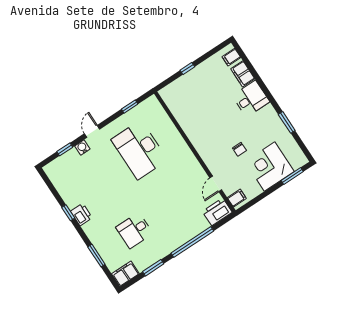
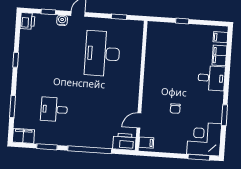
corner desk: (270, 166) -> (204, 139), moved
printer: (81, 215) -> (27, 21), moved

